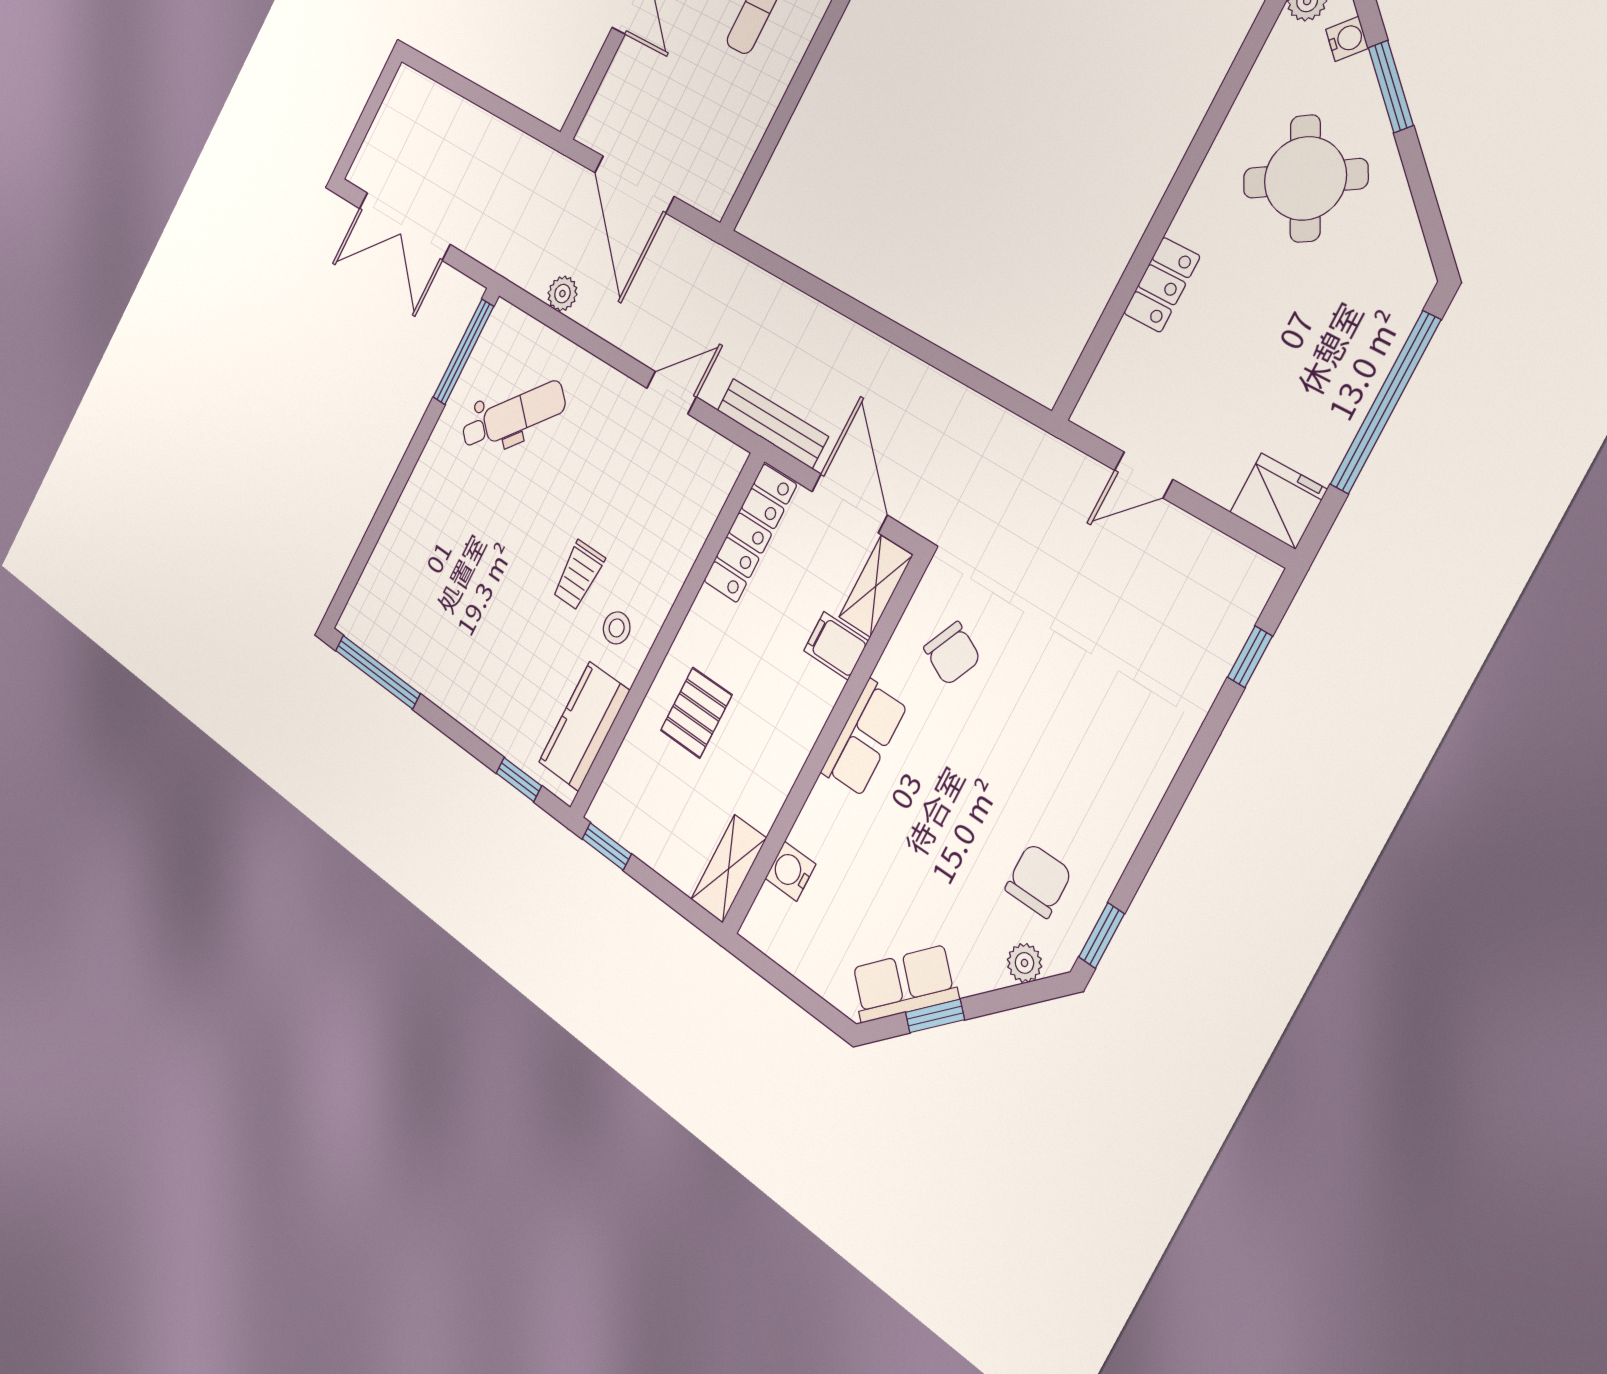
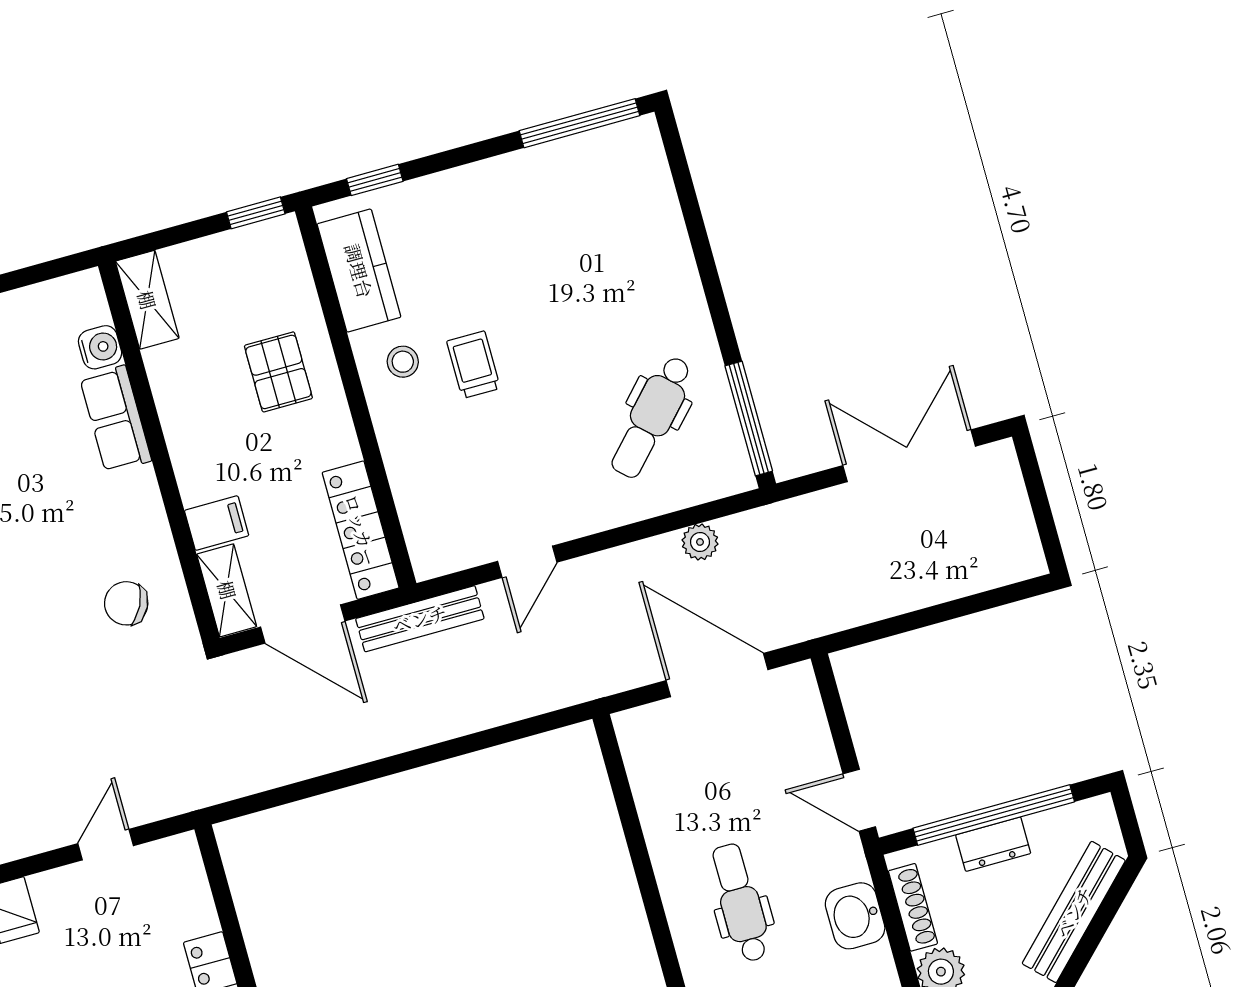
row of seats: (864, 738) -> (116, 419), moved

